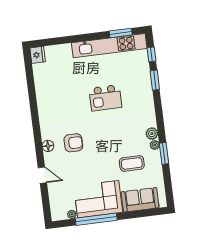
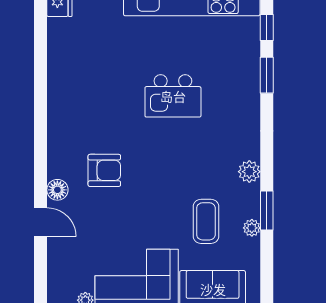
plant: (155, 145) -> (252, 228), moved
floor lamp: (48, 146) -> (57, 190), moved
coffee table: (132, 163) -> (206, 221), turned 90

